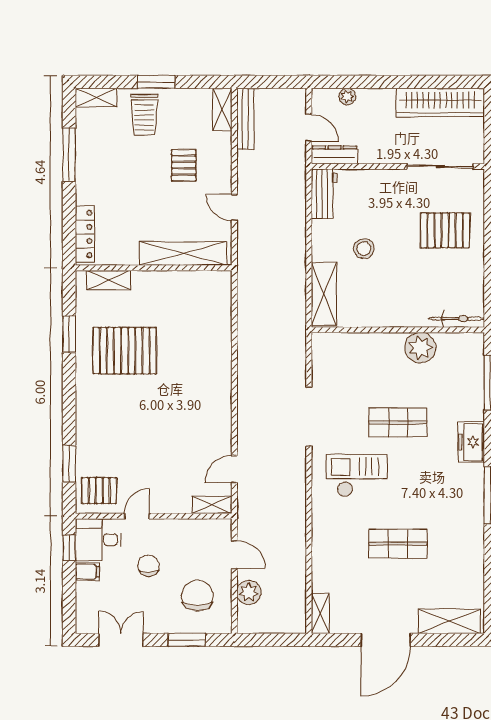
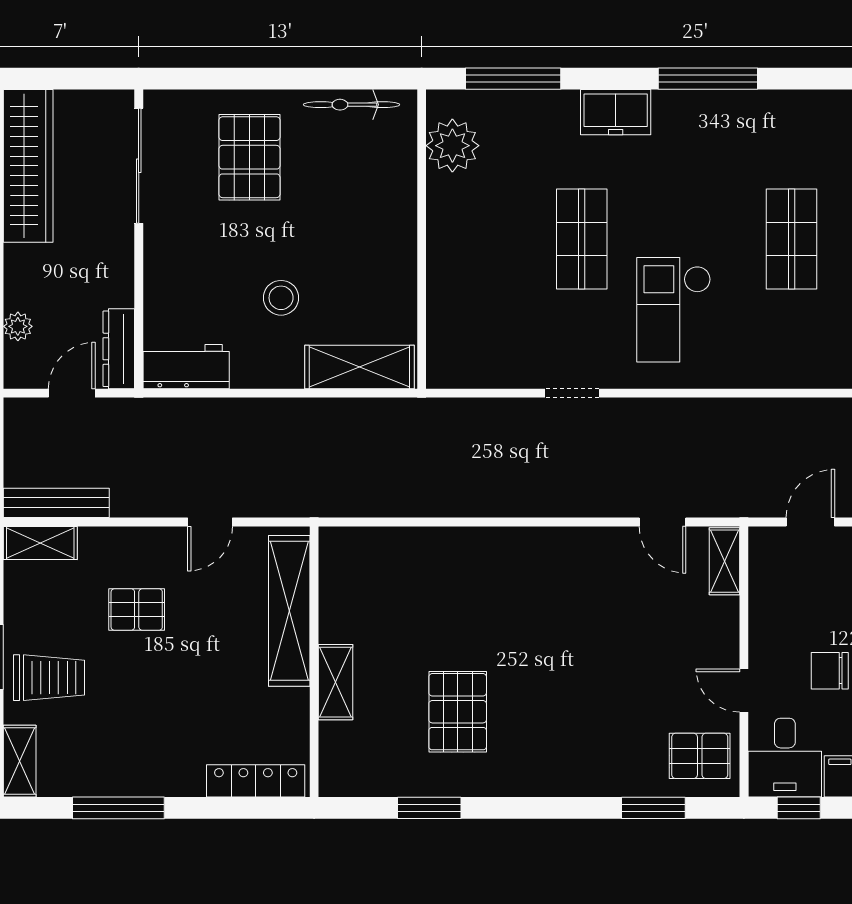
shelving: (108, 280) -> (336, 682), moved
bicycle: (456, 319) -> (352, 105), moved, turned -90
plant: (420, 348) -> (452, 146), moved
pallet: (125, 351) -> (458, 712), width x0.73, depth x0.71
doorway: (309, 417) -> (572, 393), width x0.53
pallet: (99, 491) -> (700, 756), turned 90

